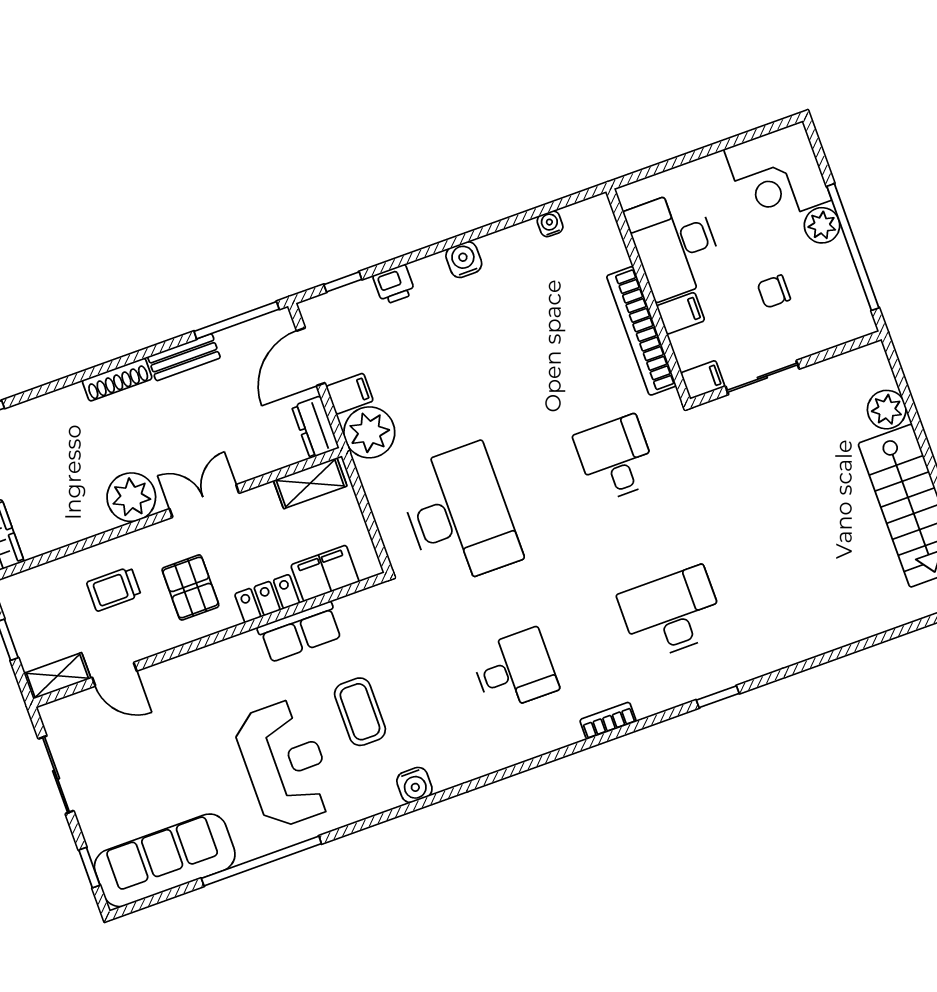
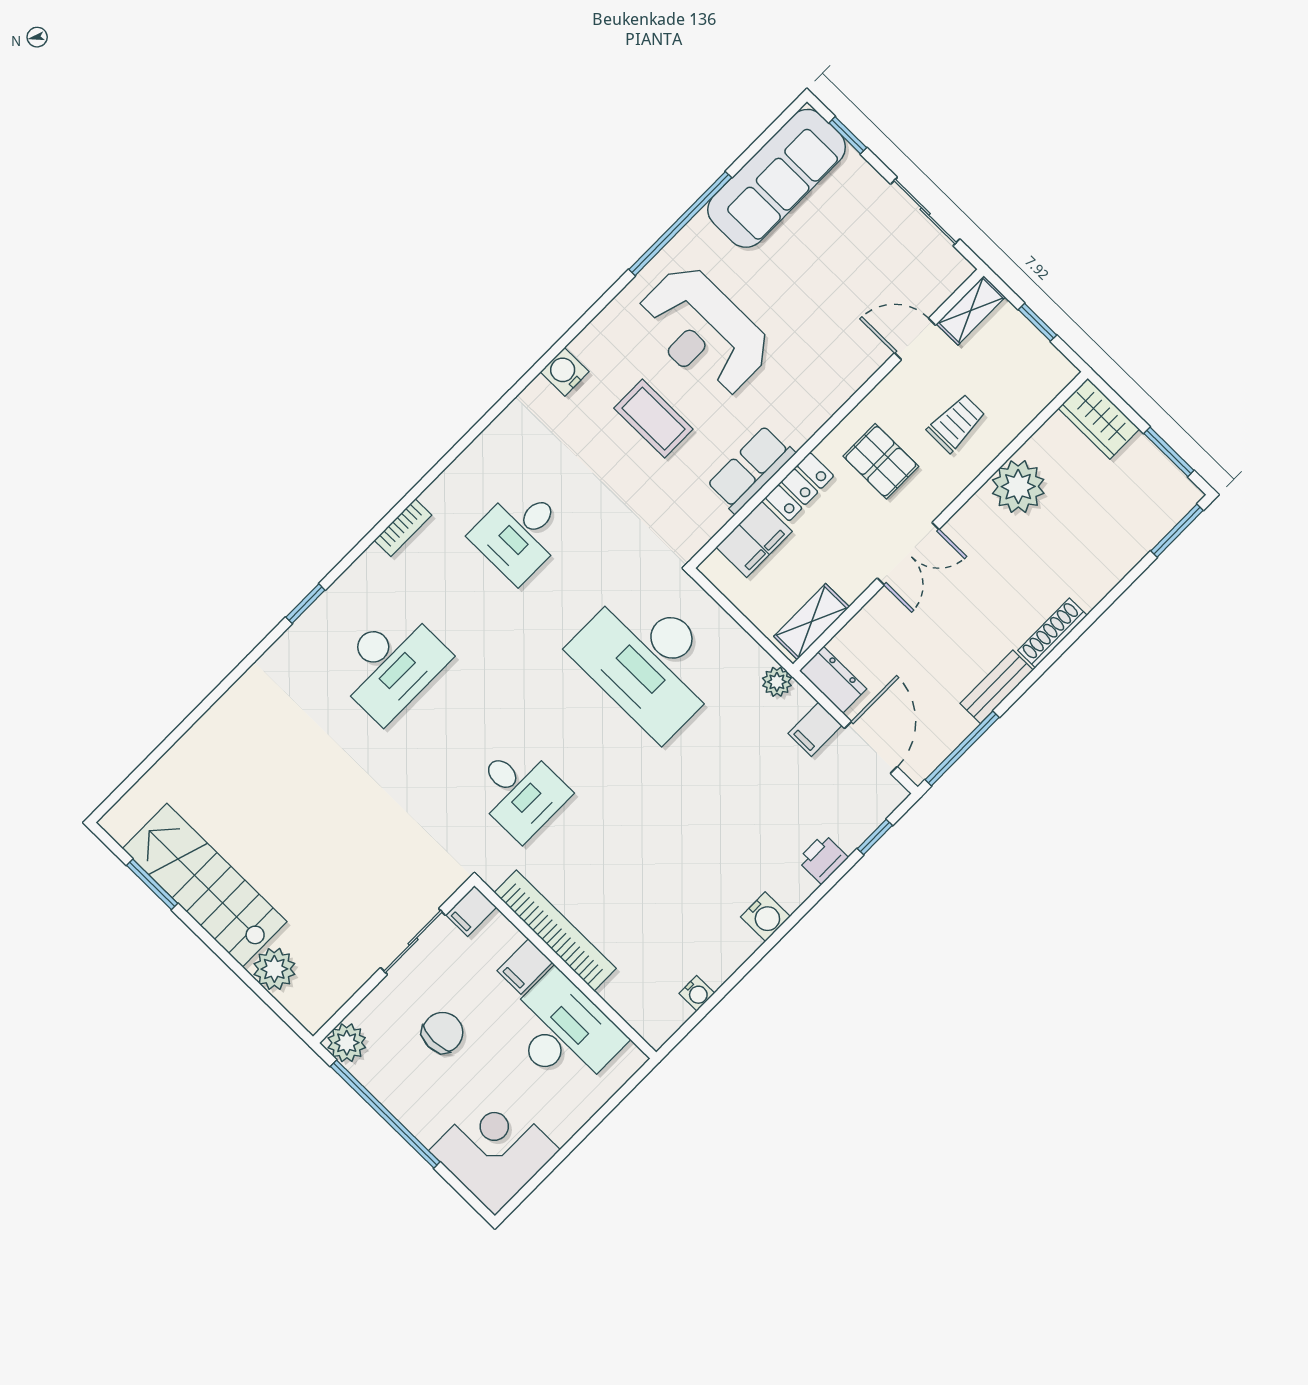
plant: (822, 225) -> (347, 1043), moved
chair: (774, 291) -> (443, 1032), width x1.37, depth x1.37
plant: (369, 432) -> (777, 682), width x0.53, depth x0.53
plant: (131, 497) -> (1018, 487), moved

